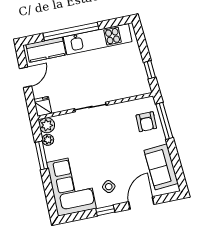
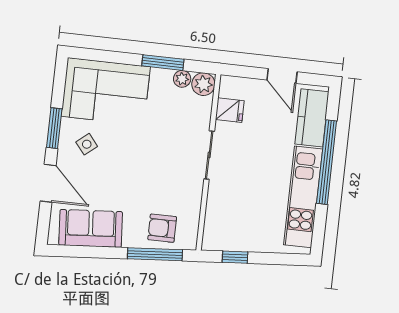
fridge: (43, 106) -> (230, 110), moved
window: (105, 210) -> (54, 128), width x1.50

